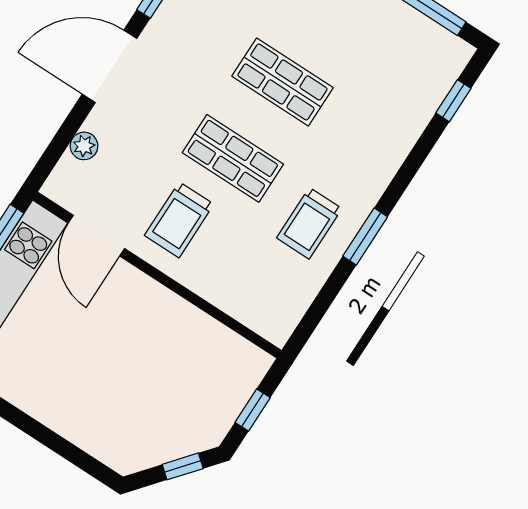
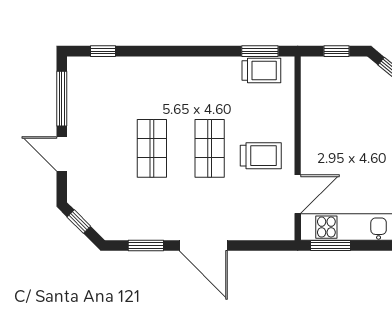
plant: (84, 146) -> (254, 232), removed
trolley: (309, 223) -> (261, 71), moved
window: (365, 237) -> (260, 51), moved

